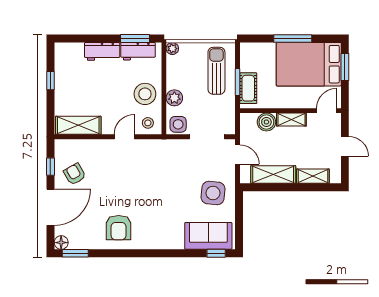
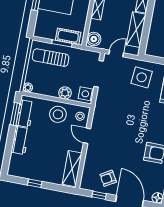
boiler: (266, 122) -> (94, 39), moved

